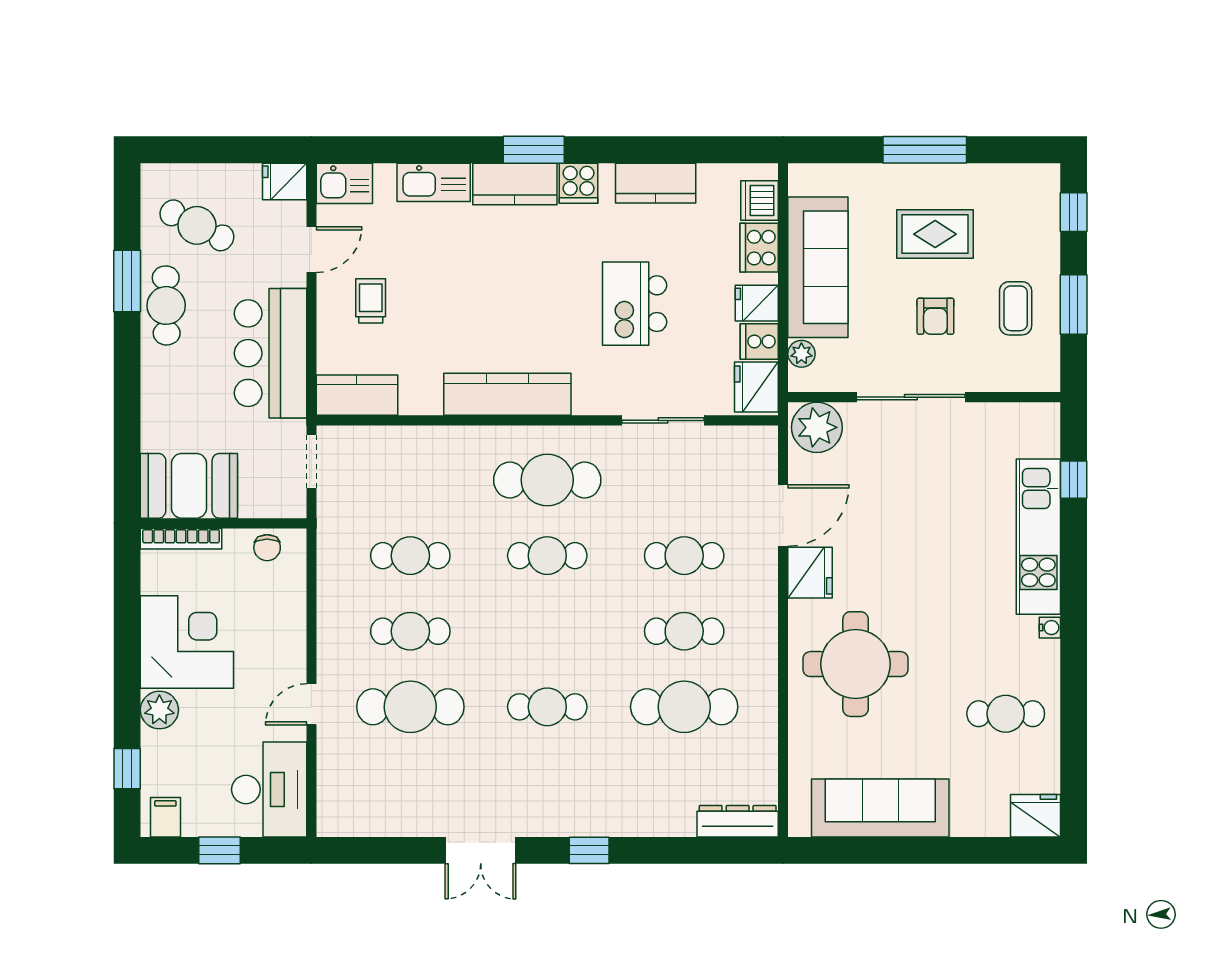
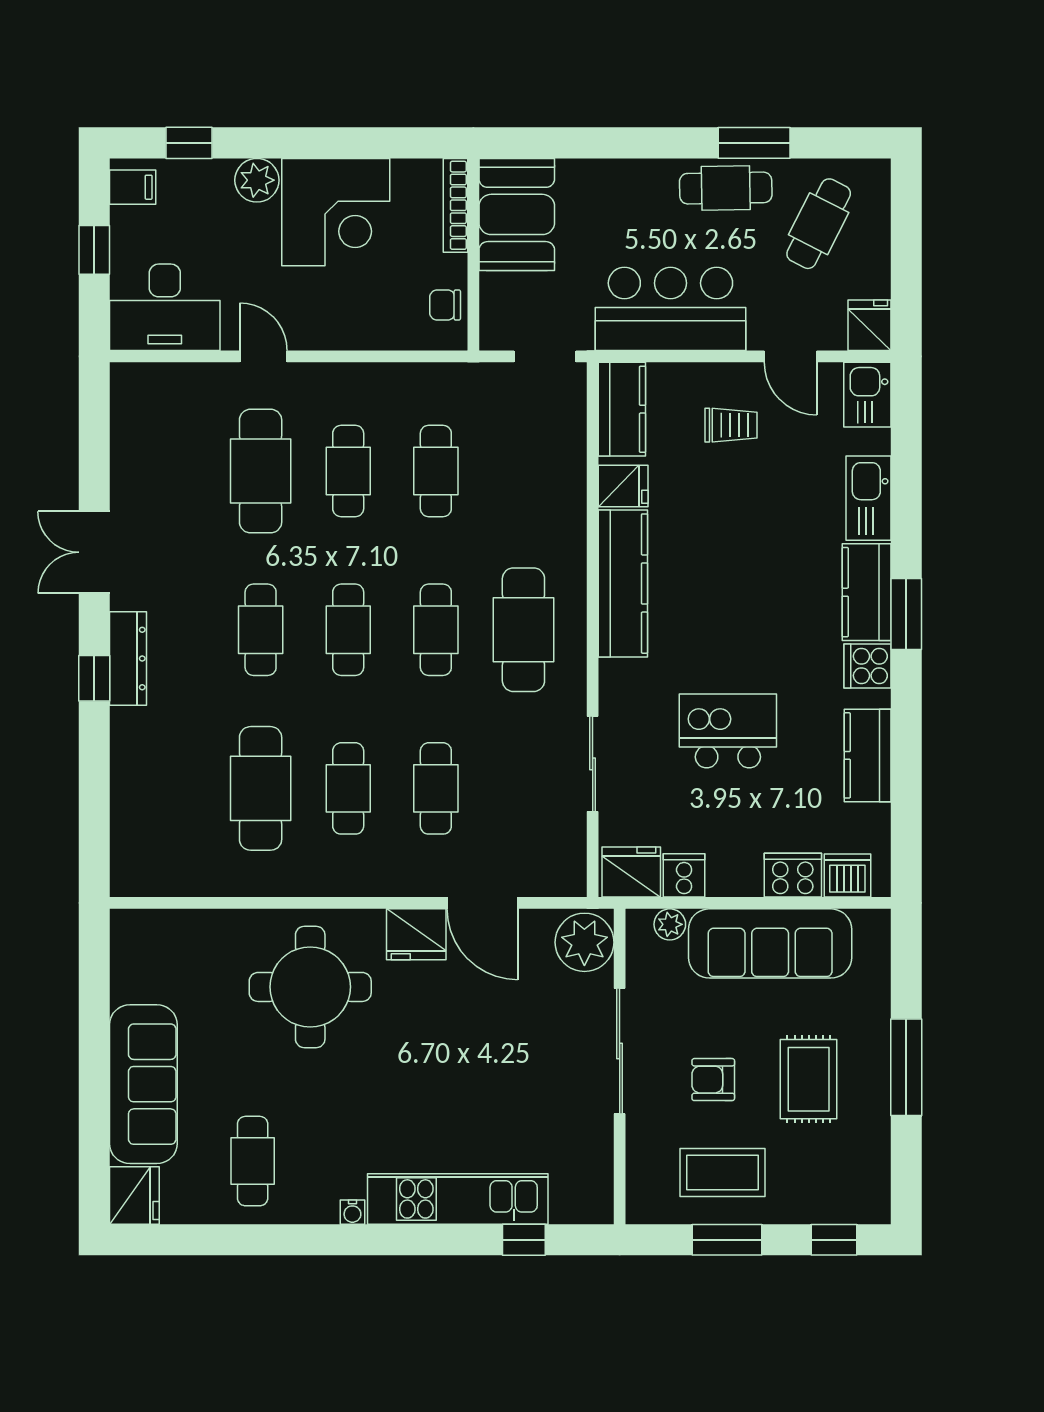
fridge: (757, 303) -> (623, 486), moved, turned 90
coffee table: (1016, 308) -> (722, 1173), width x1.36, depth x1.30
cafe table: (547, 631) -> (348, 630), added
sofa: (880, 808) -> (143, 1084), moved
dresser: (738, 821) -> (128, 659), moved

